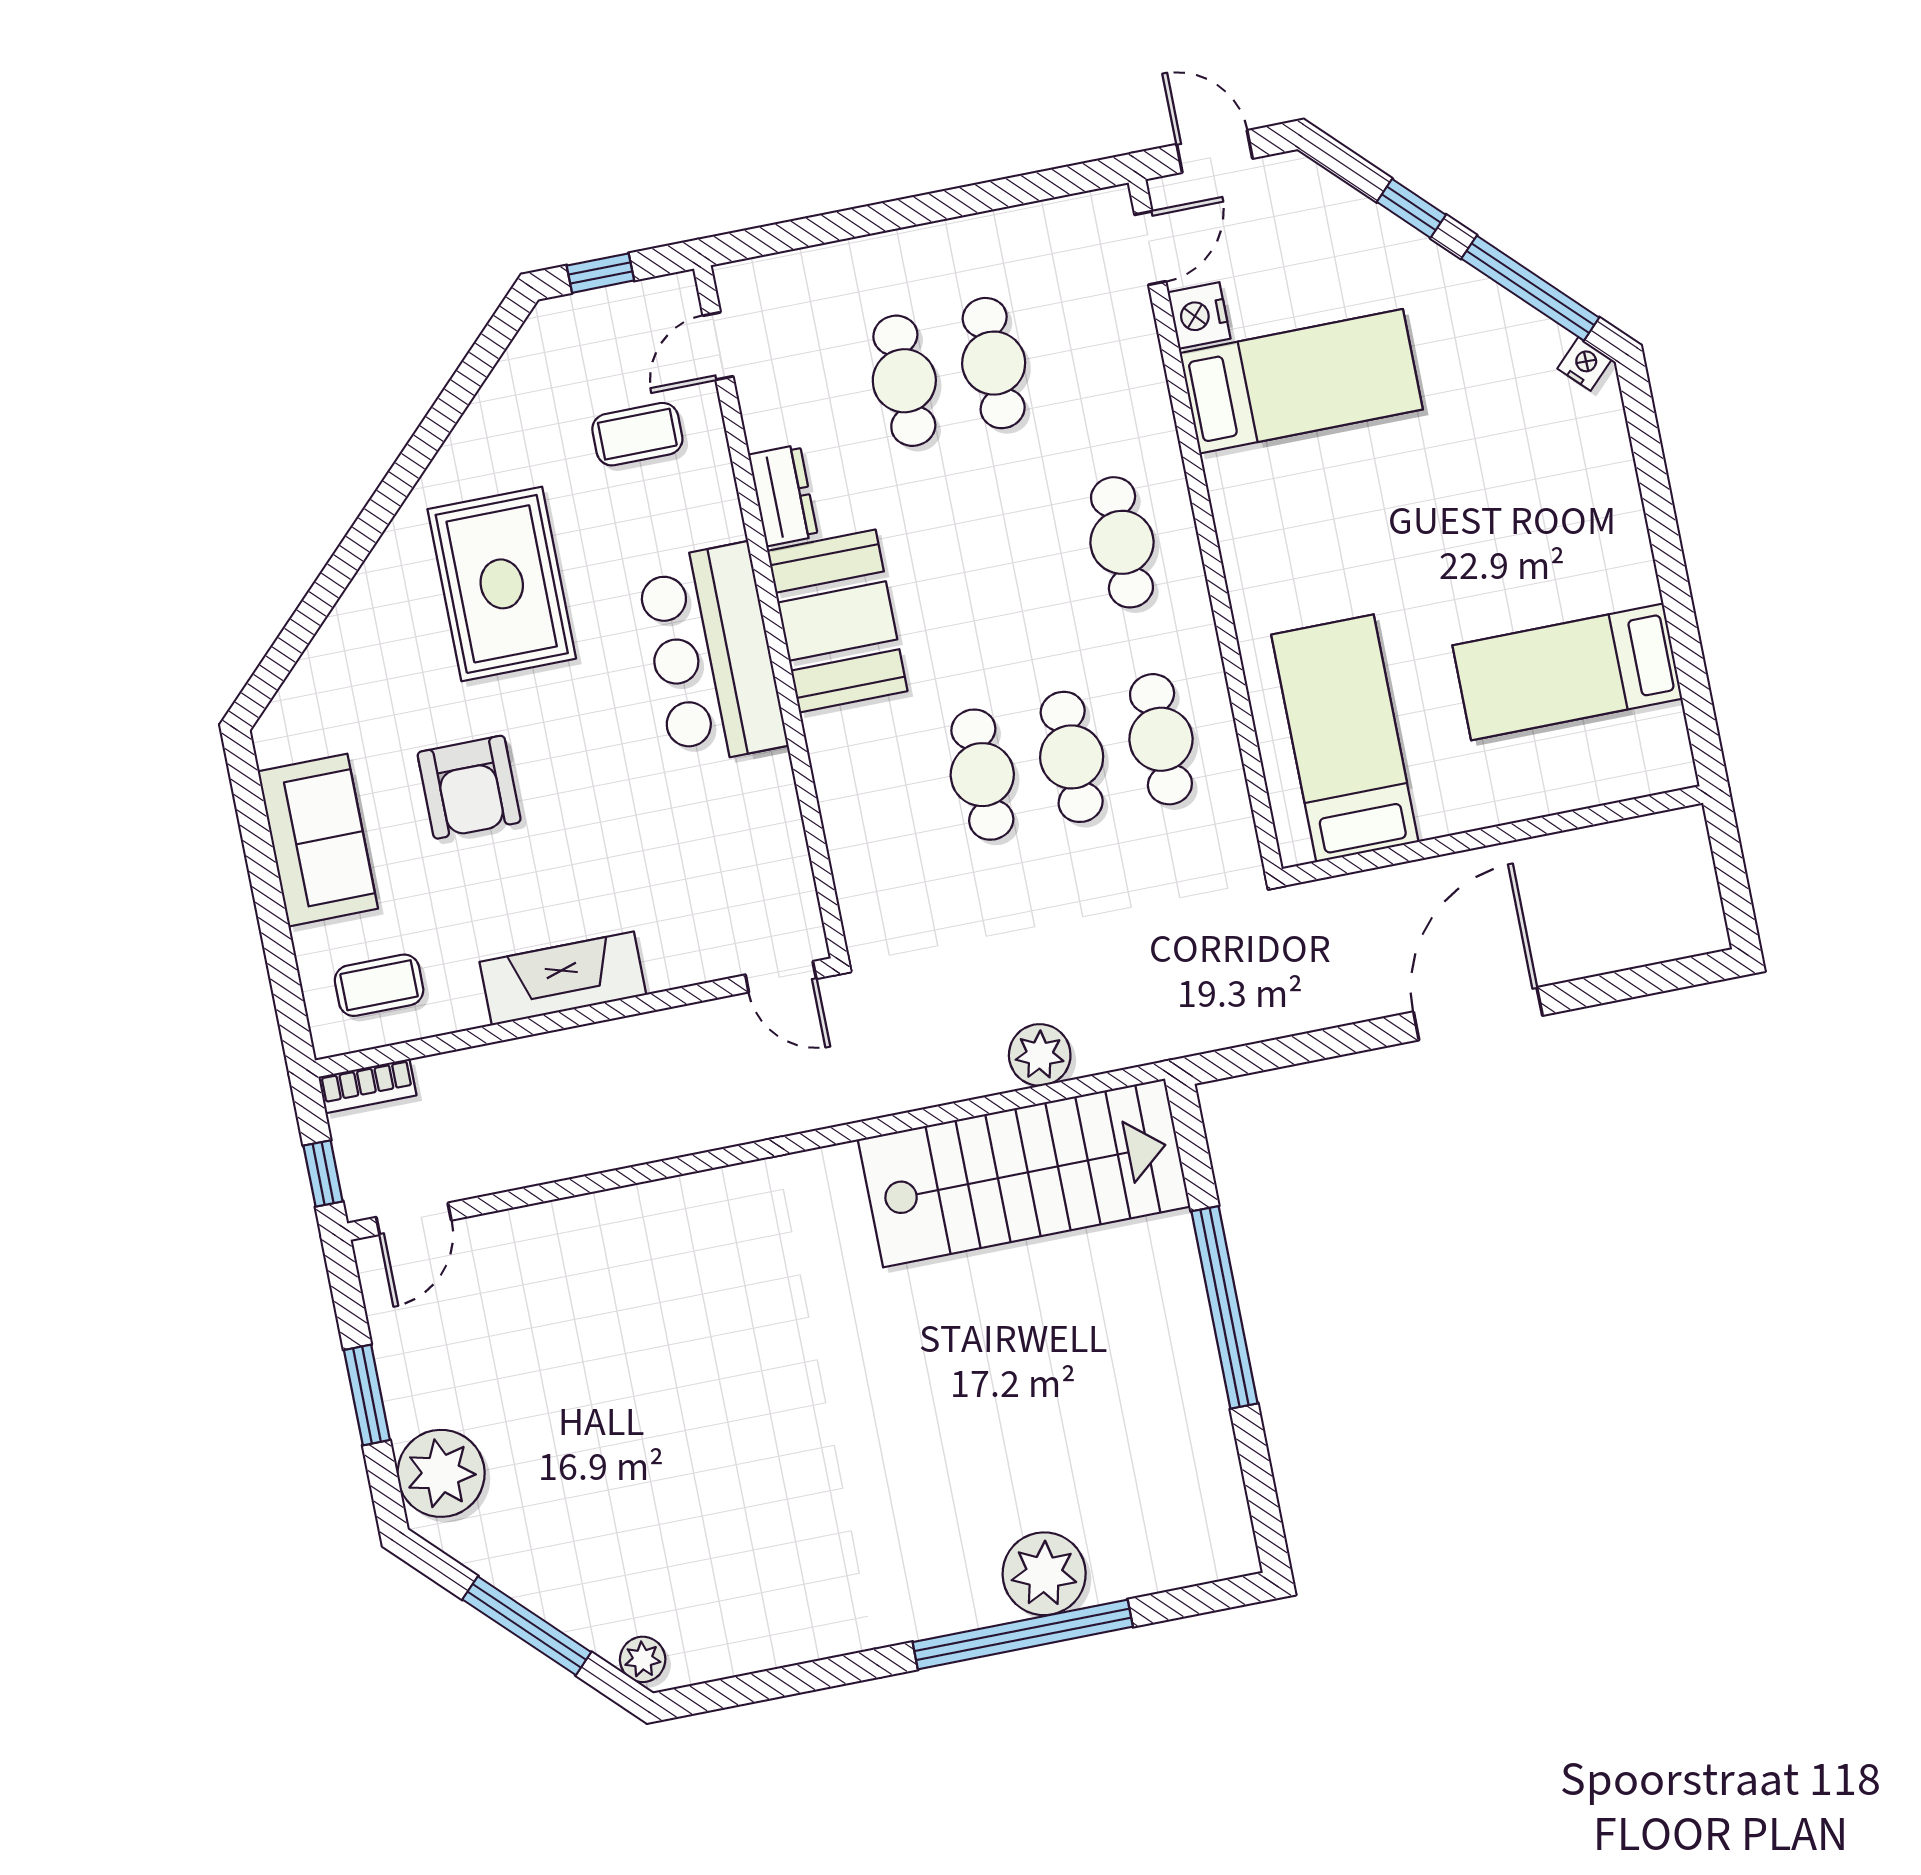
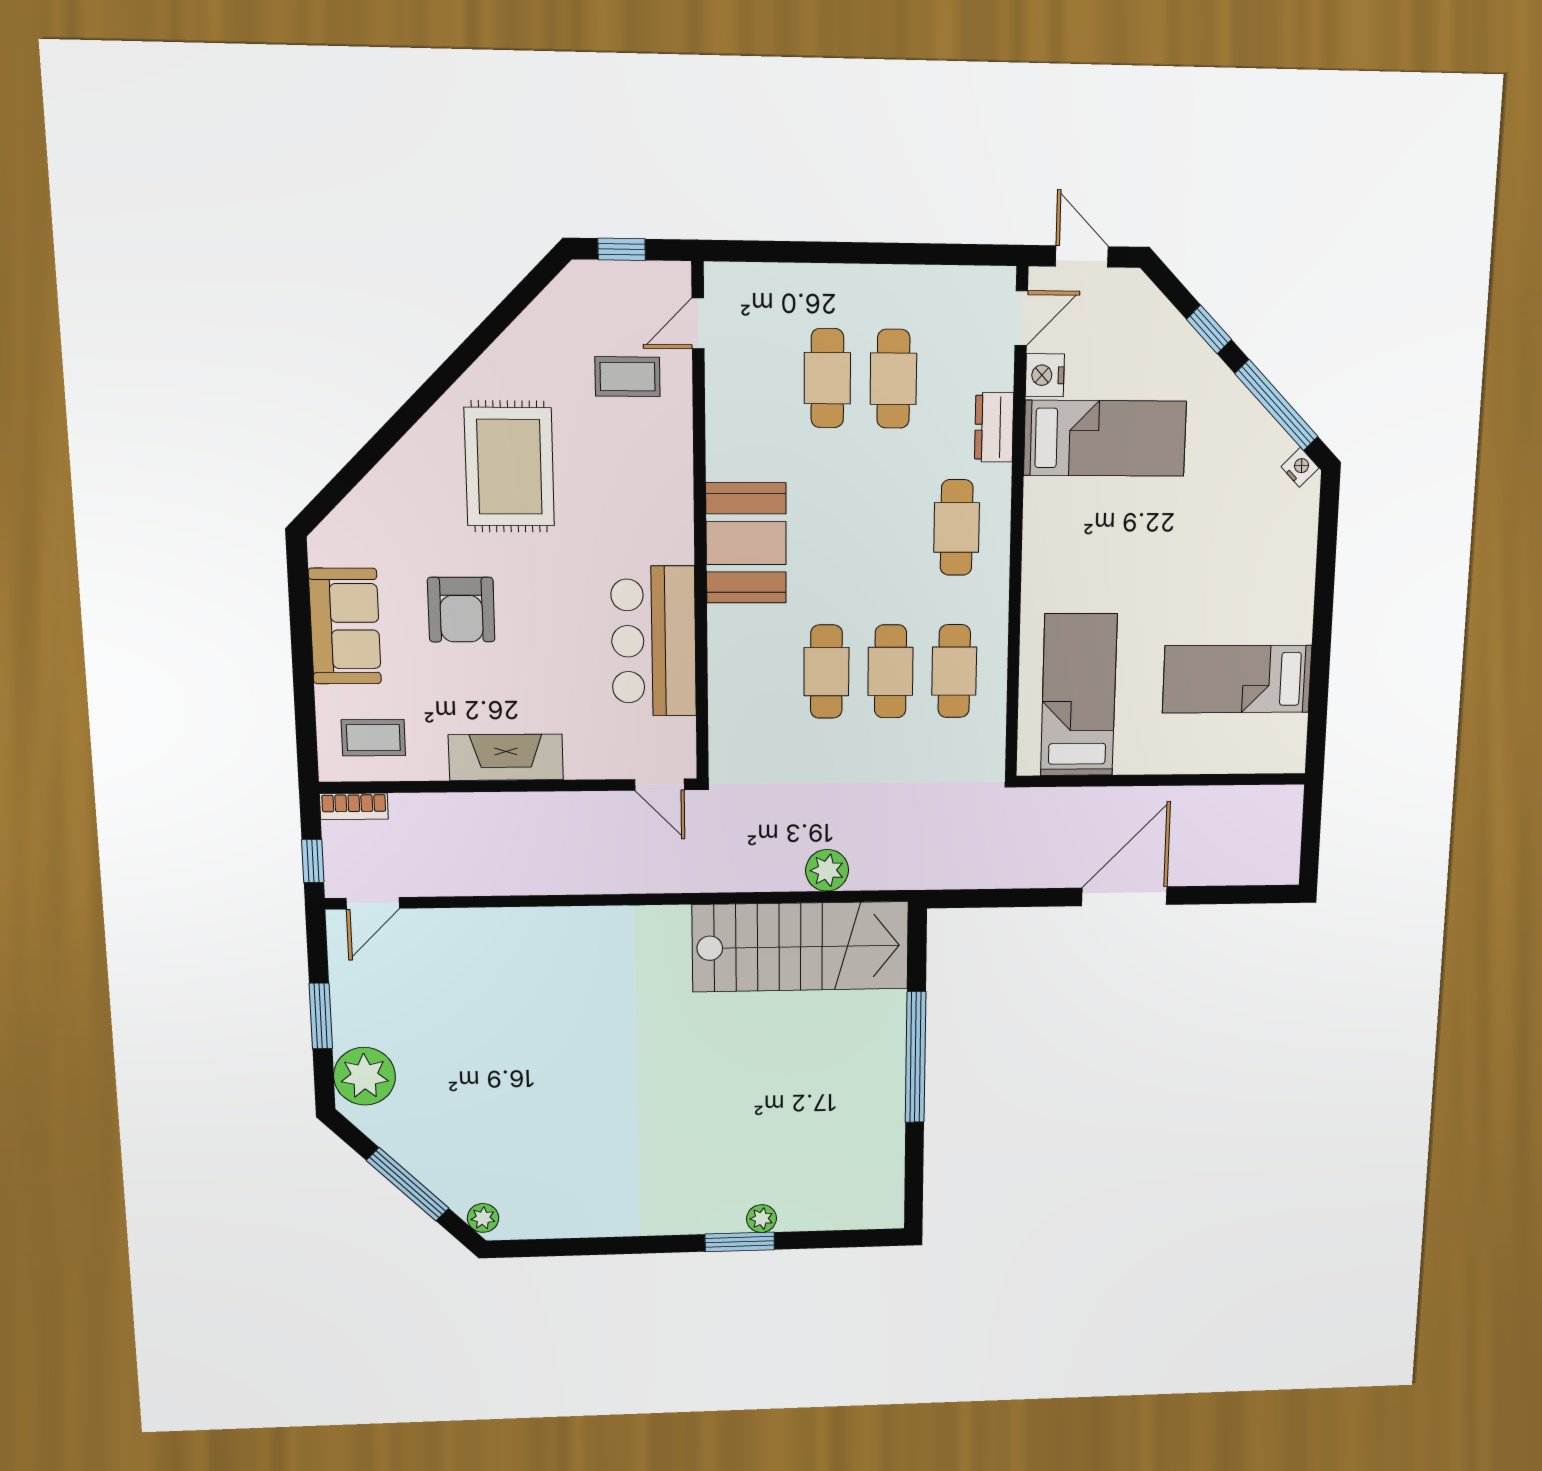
dresser: (783, 495) -> (994, 427), moved, turned 180
bar counter: (712, 655) -> (654, 641), moved
plant: (1044, 1574) -> (762, 1219), width x0.53, depth x0.53
window: (1023, 1634) -> (740, 1242), width x0.47

